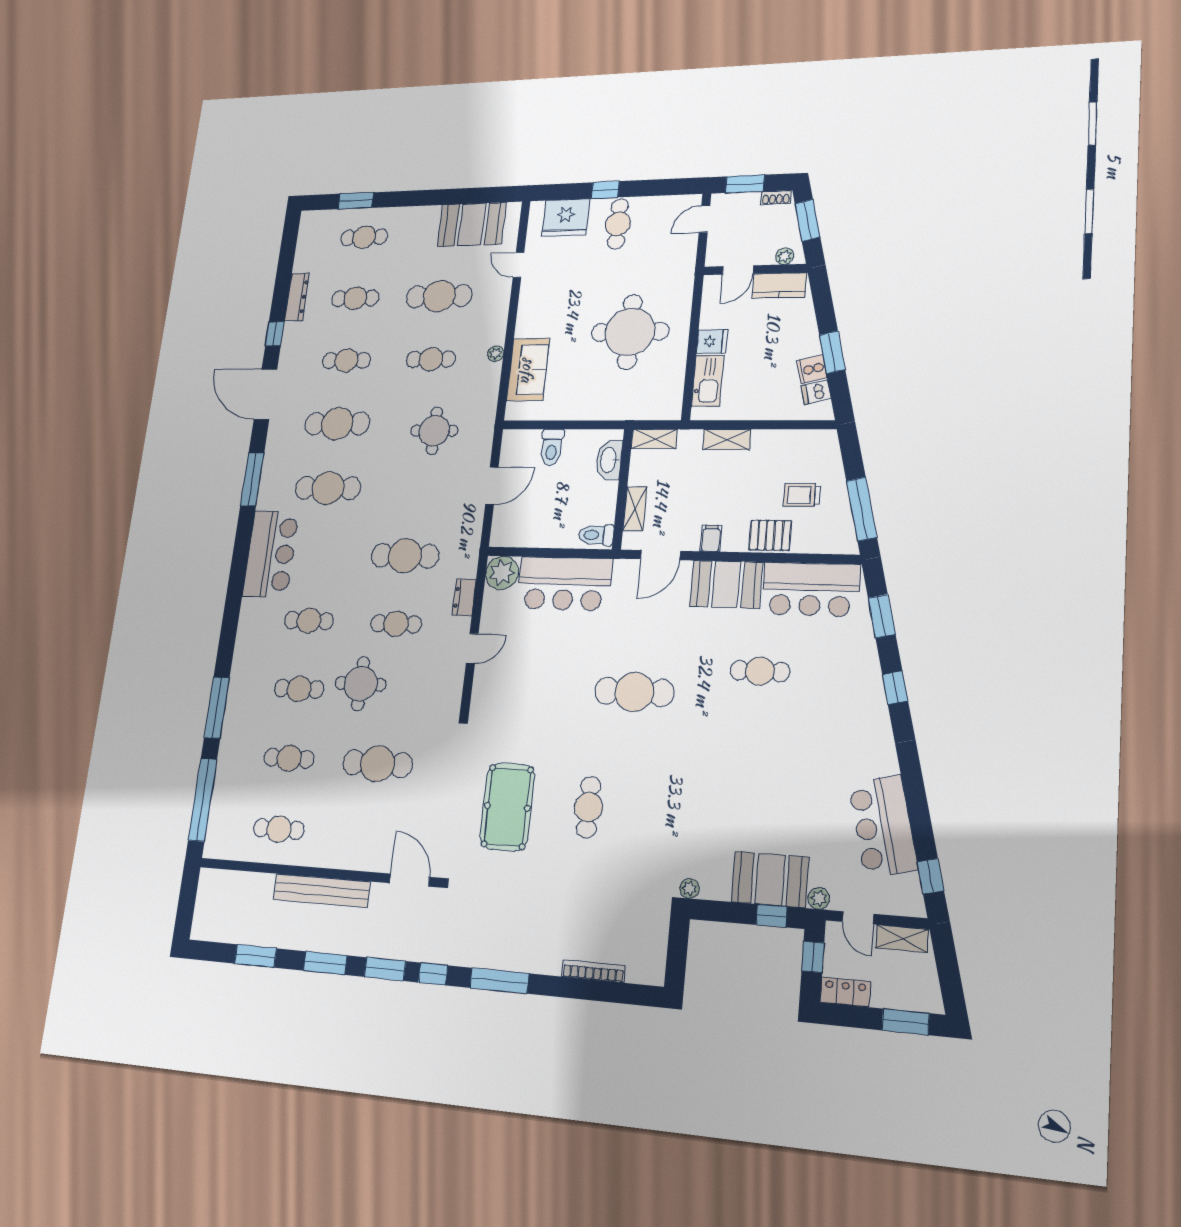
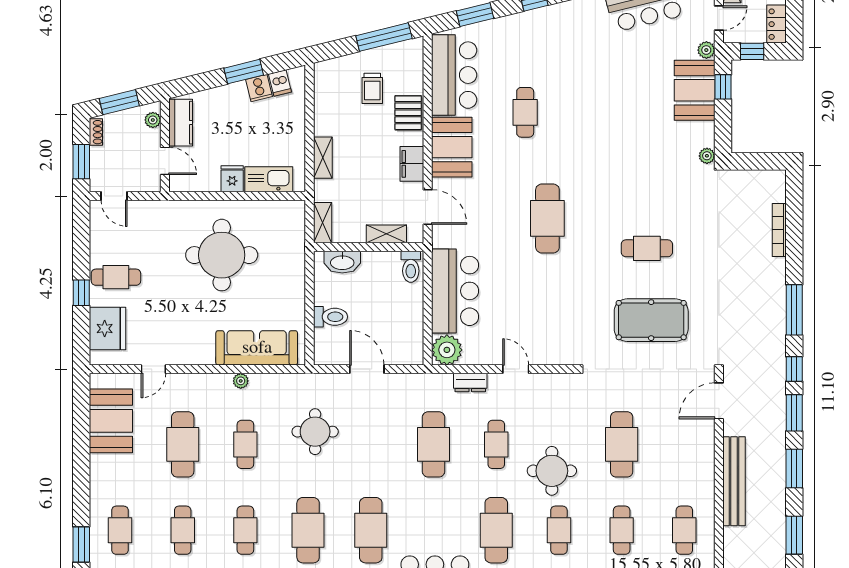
sofa: (528, 370) -> (257, 348), width x1.36
filing cabinet: (711, 538) -> (412, 164), width x2.00
cafe table: (309, 621) -> (496, 530), width x1.37, depth x1.35

